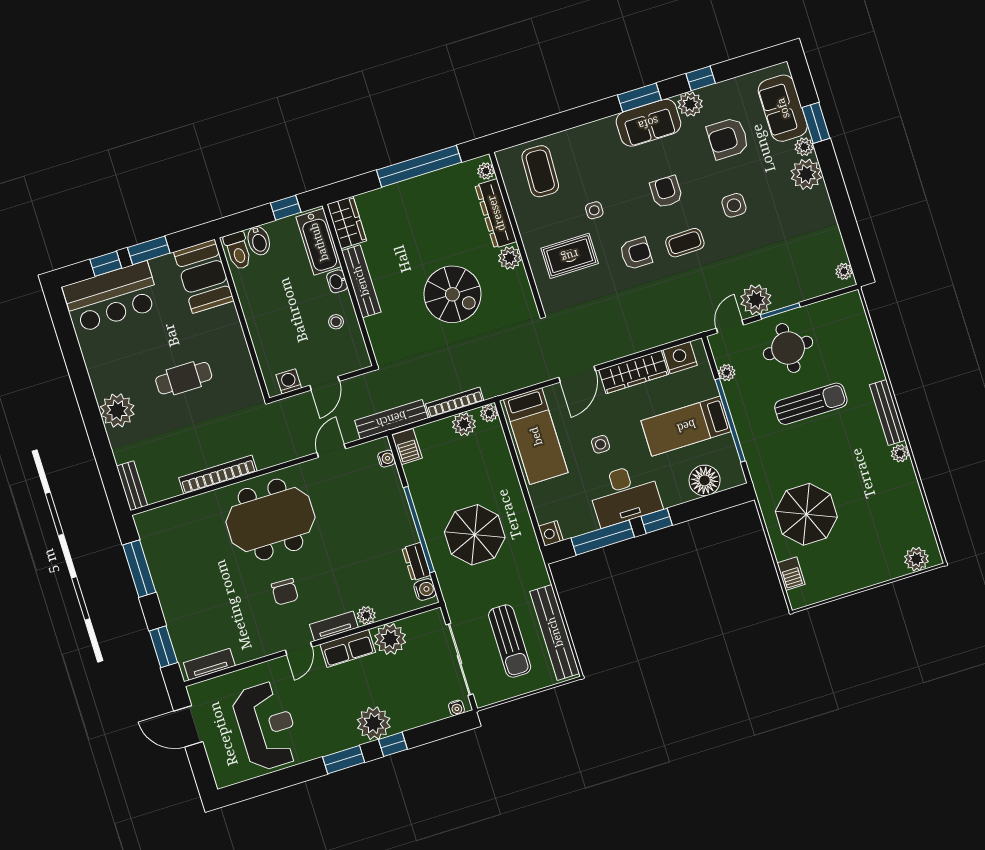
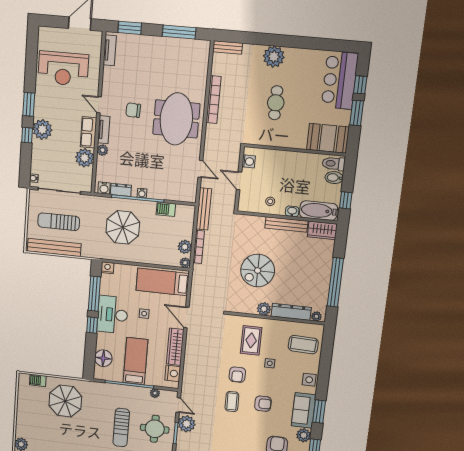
side table: (734, 205) -> (309, 380), moved
barbecue: (407, 447) -> (166, 209), moved
water cooler: (386, 459) -> (142, 193), moved

